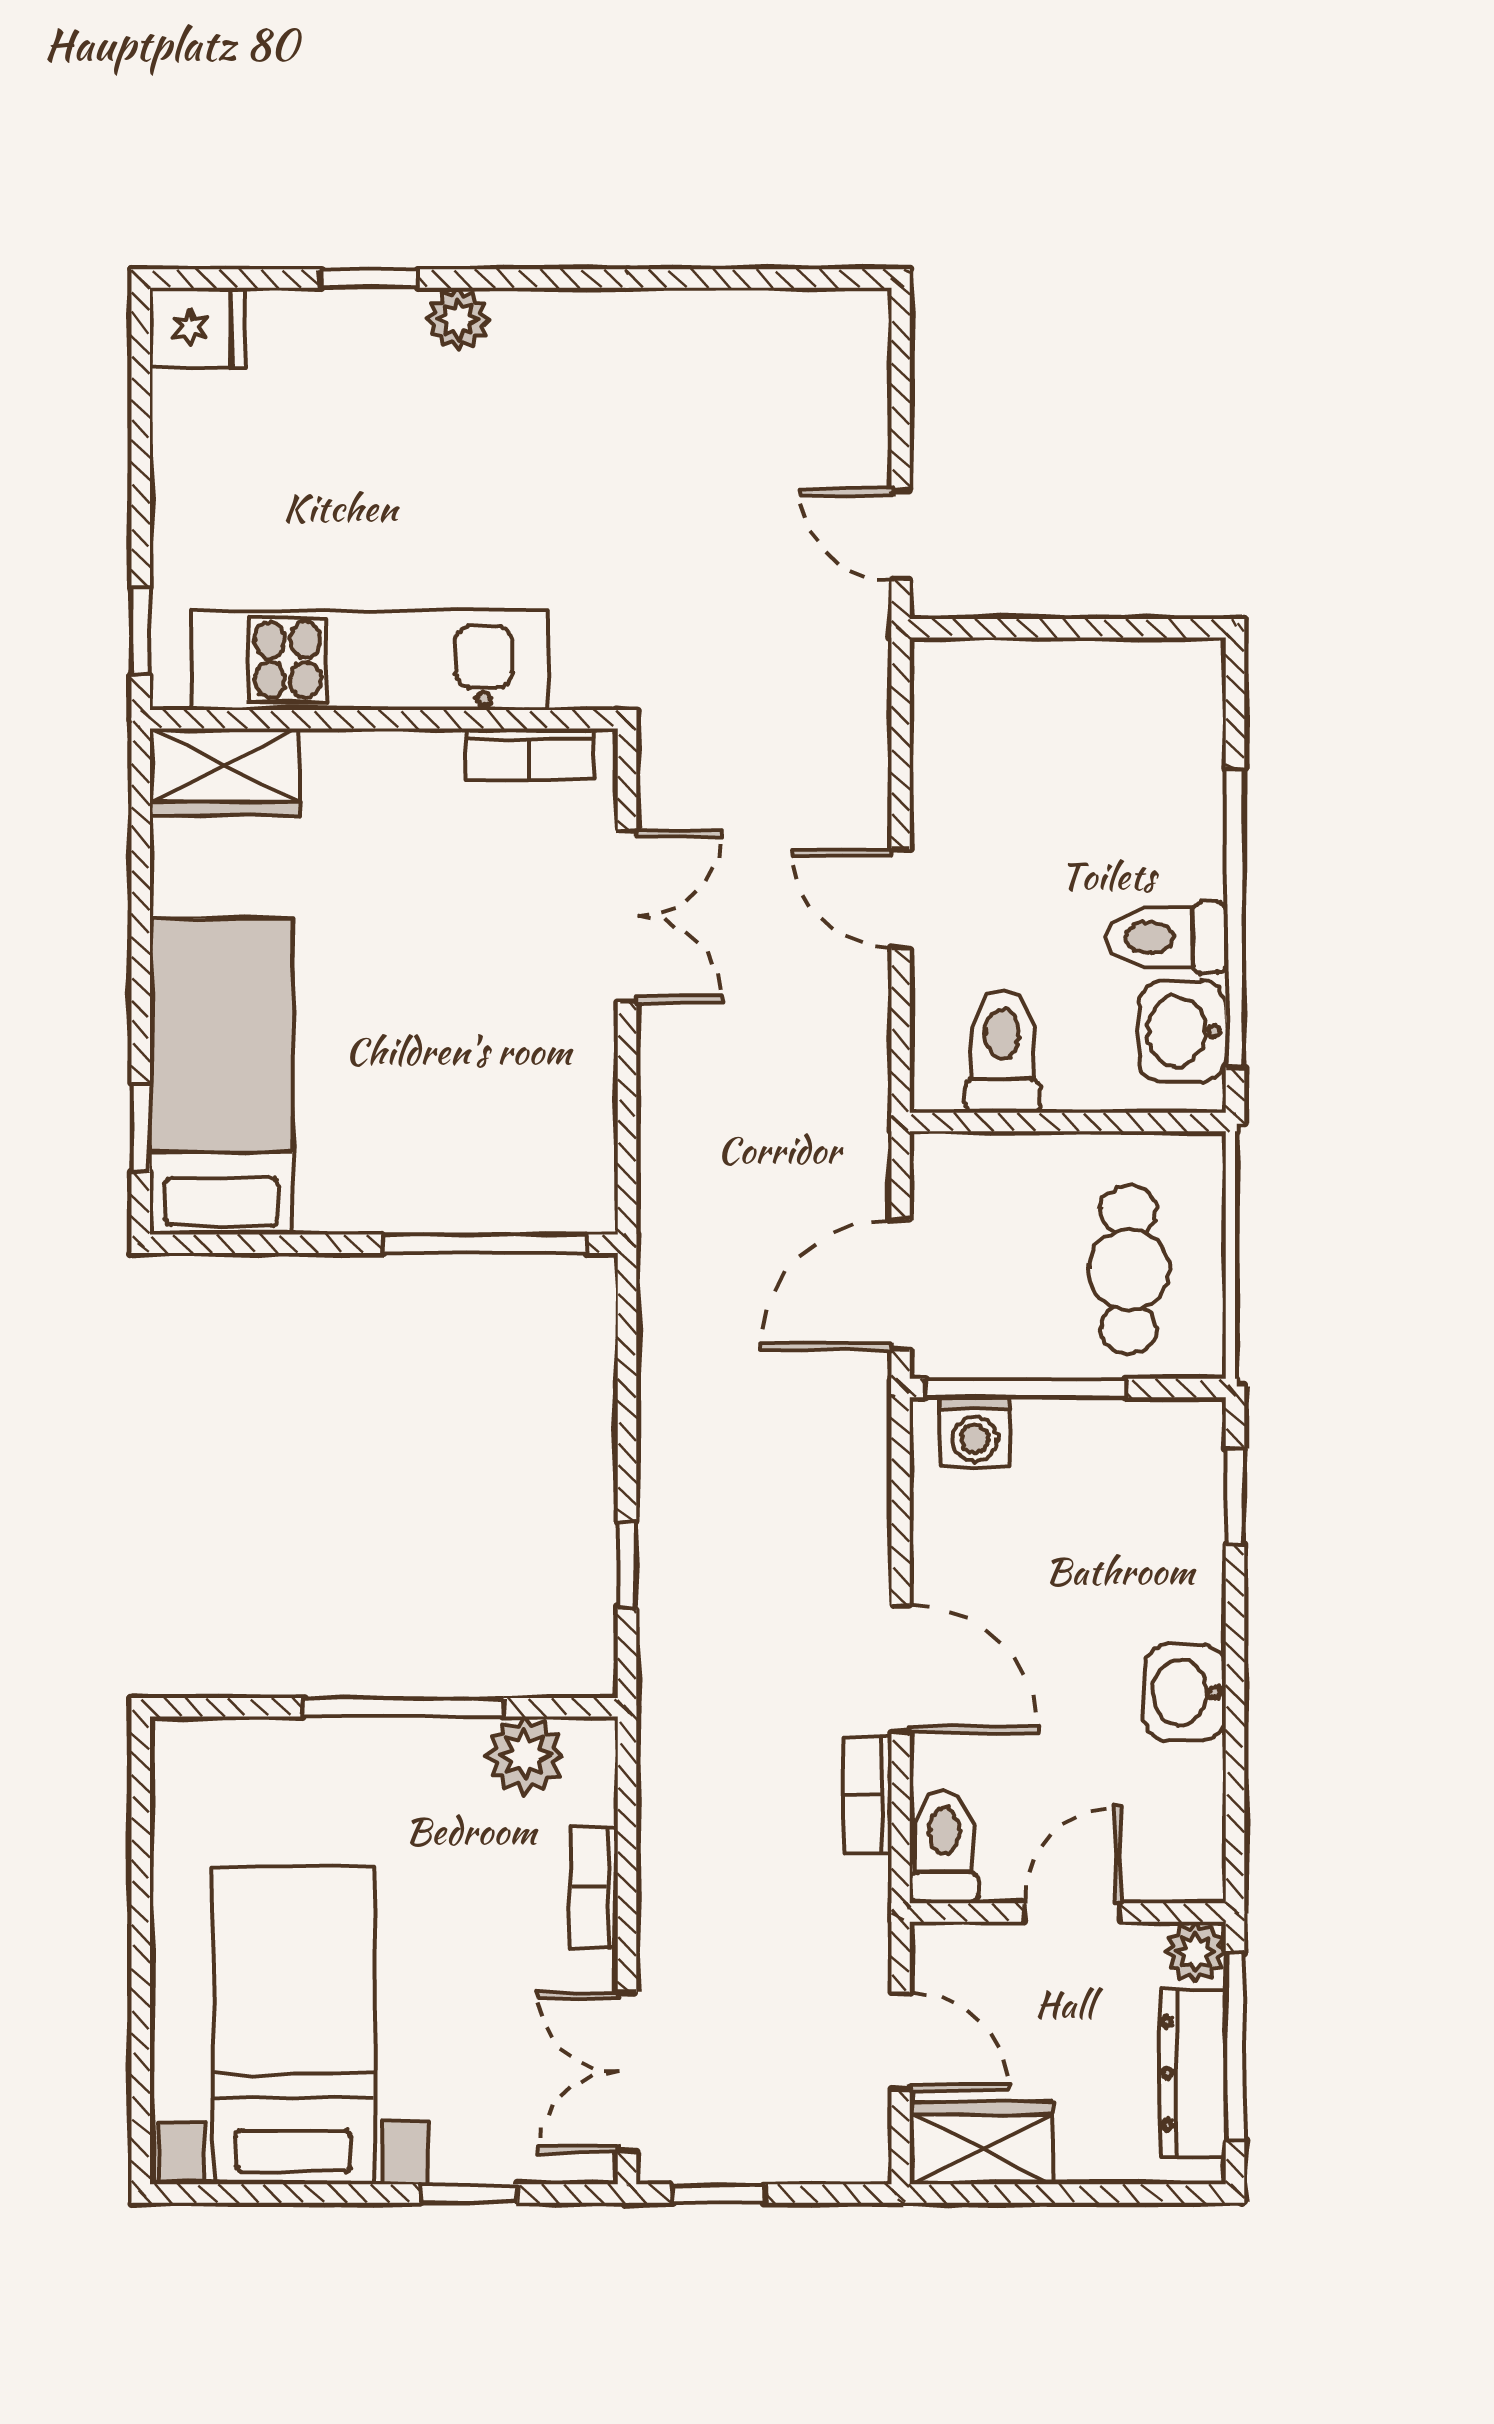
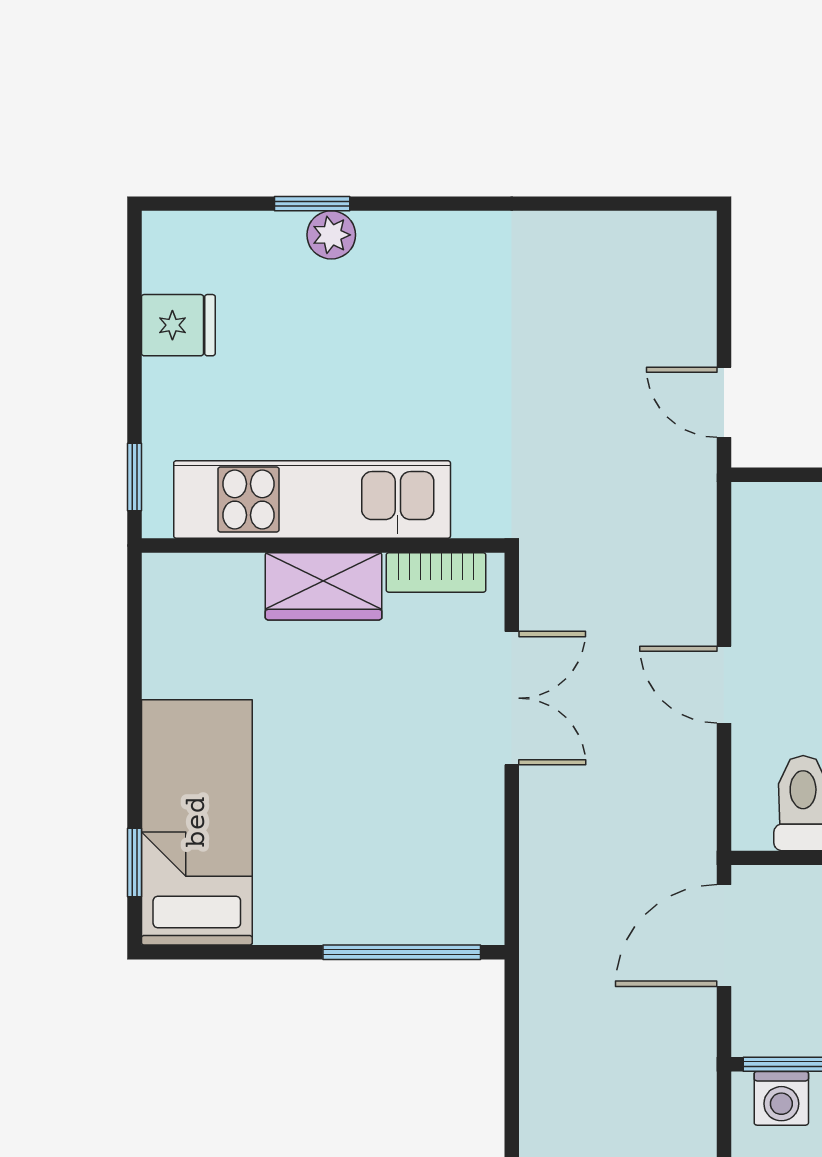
plant: (458, 319) -> (331, 235), moved
fridge: (197, 327) -> (178, 325), moved
wardrobe: (225, 772) -> (324, 586), moved
door: (901, 1284) -> (724, 936), moved

